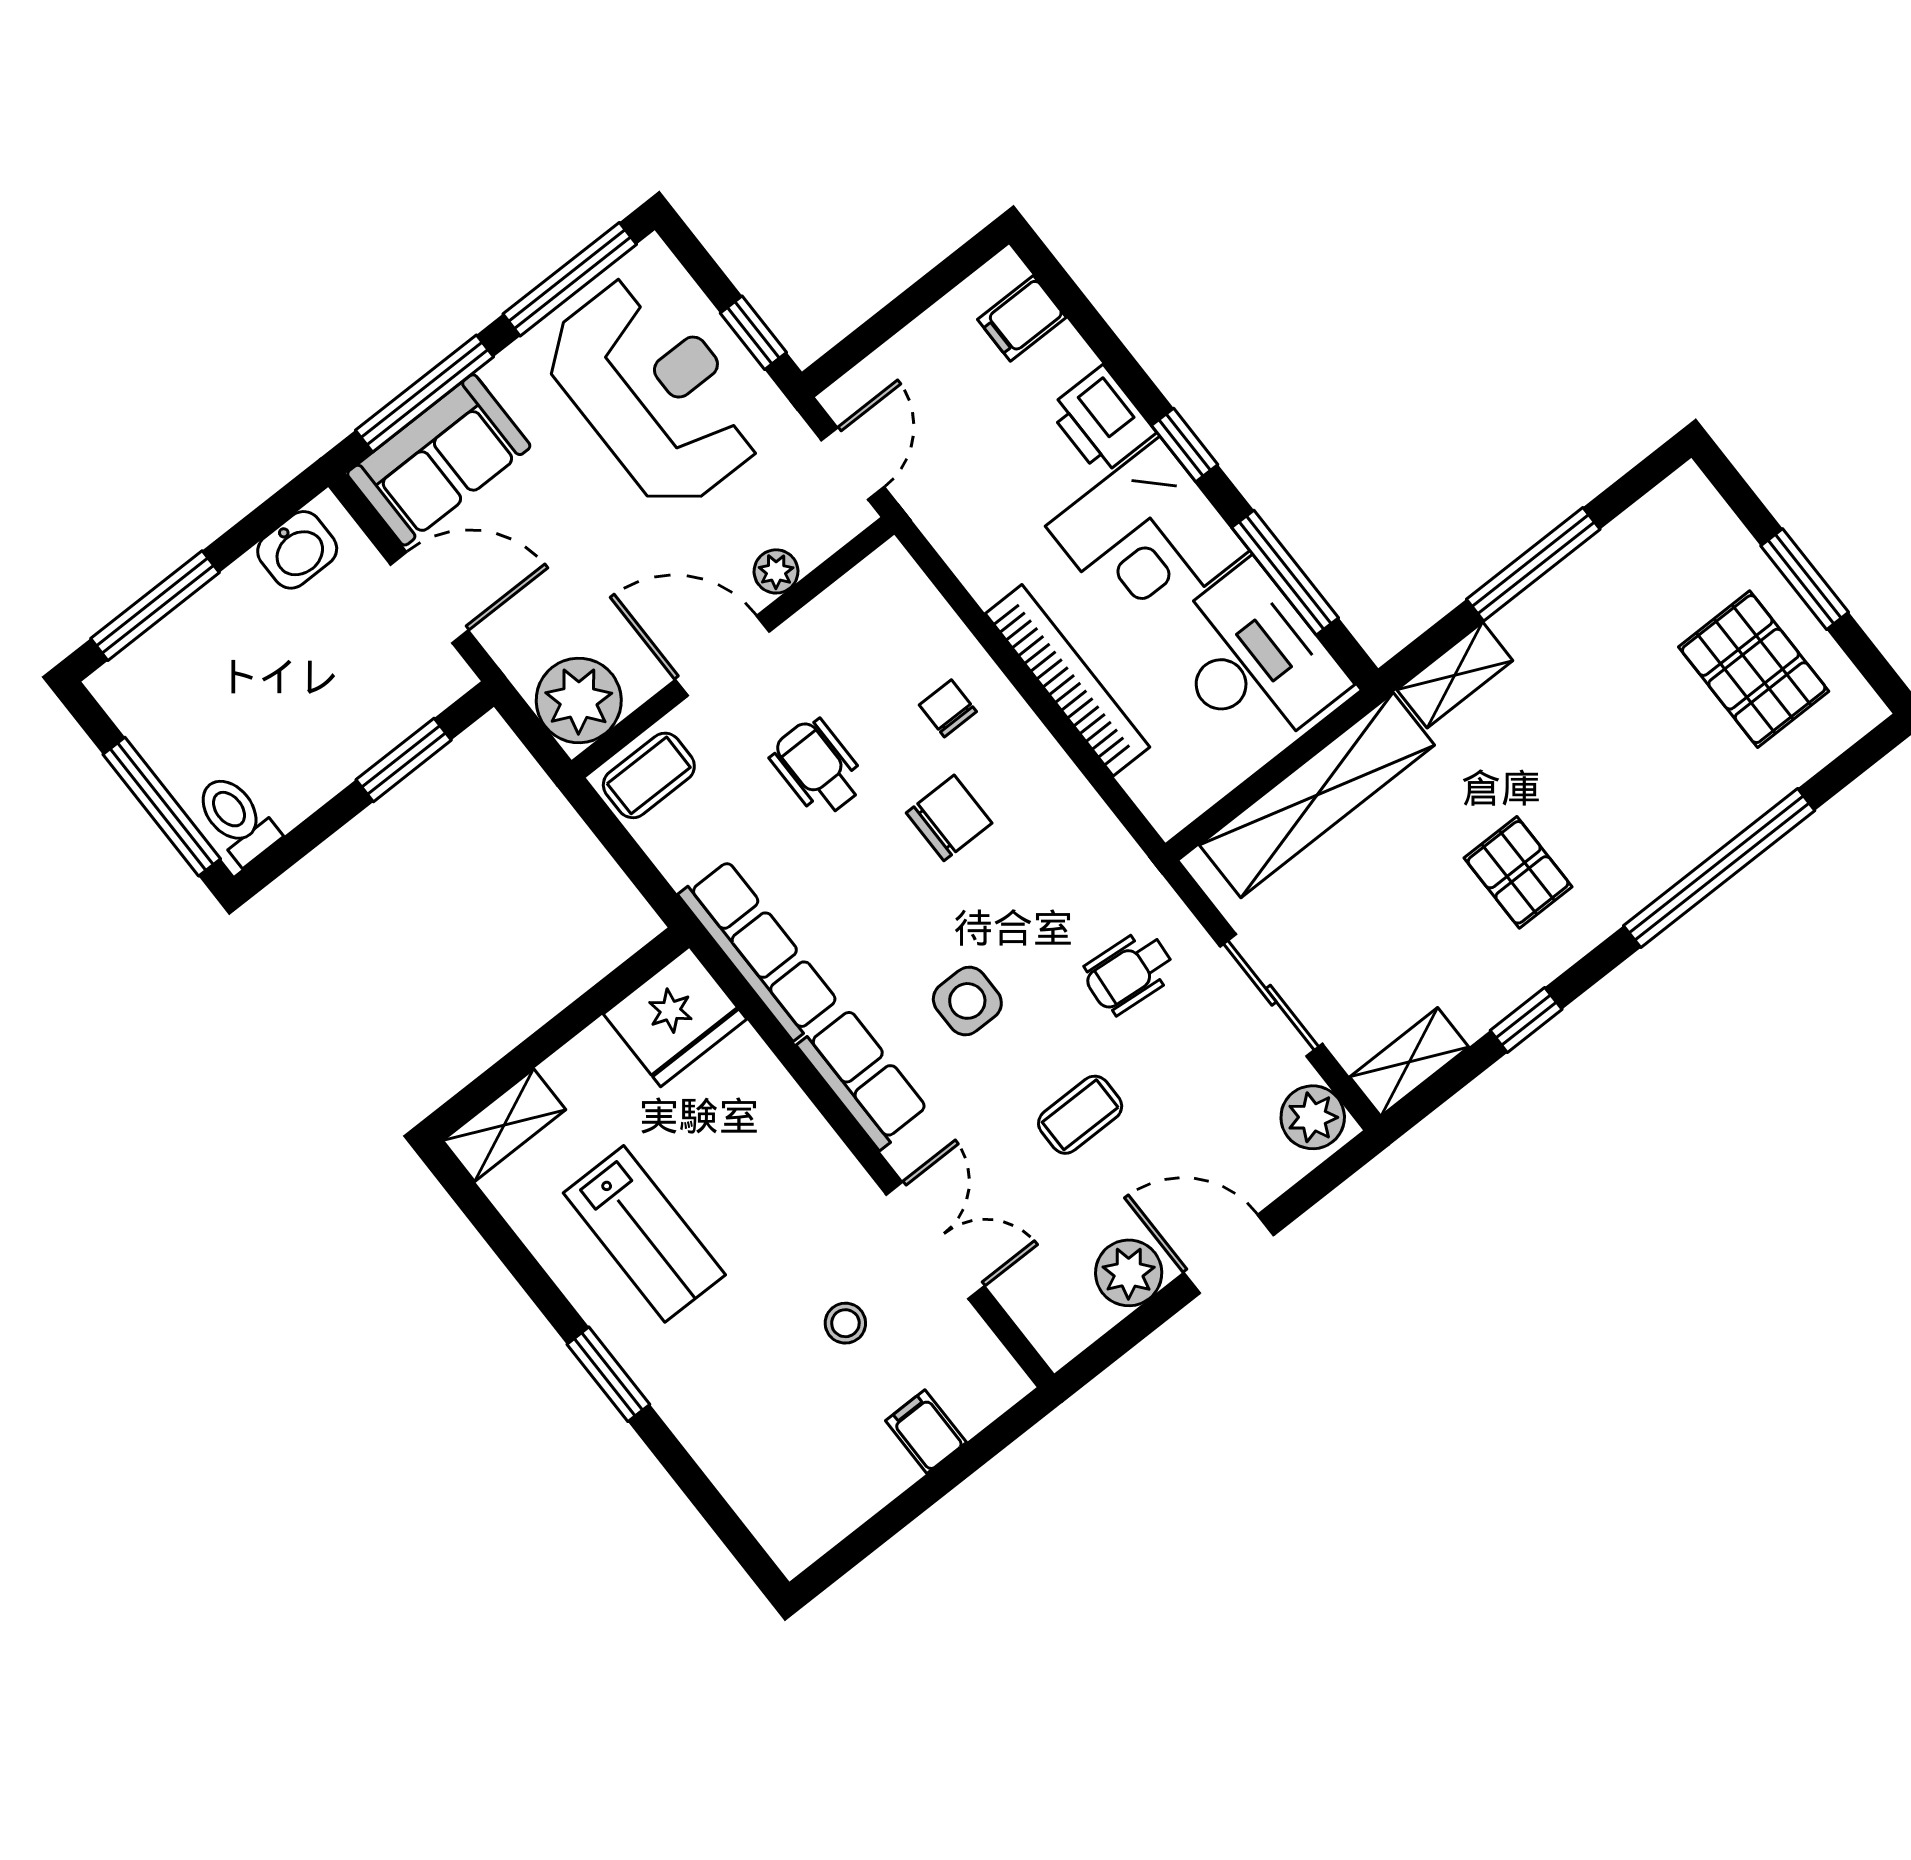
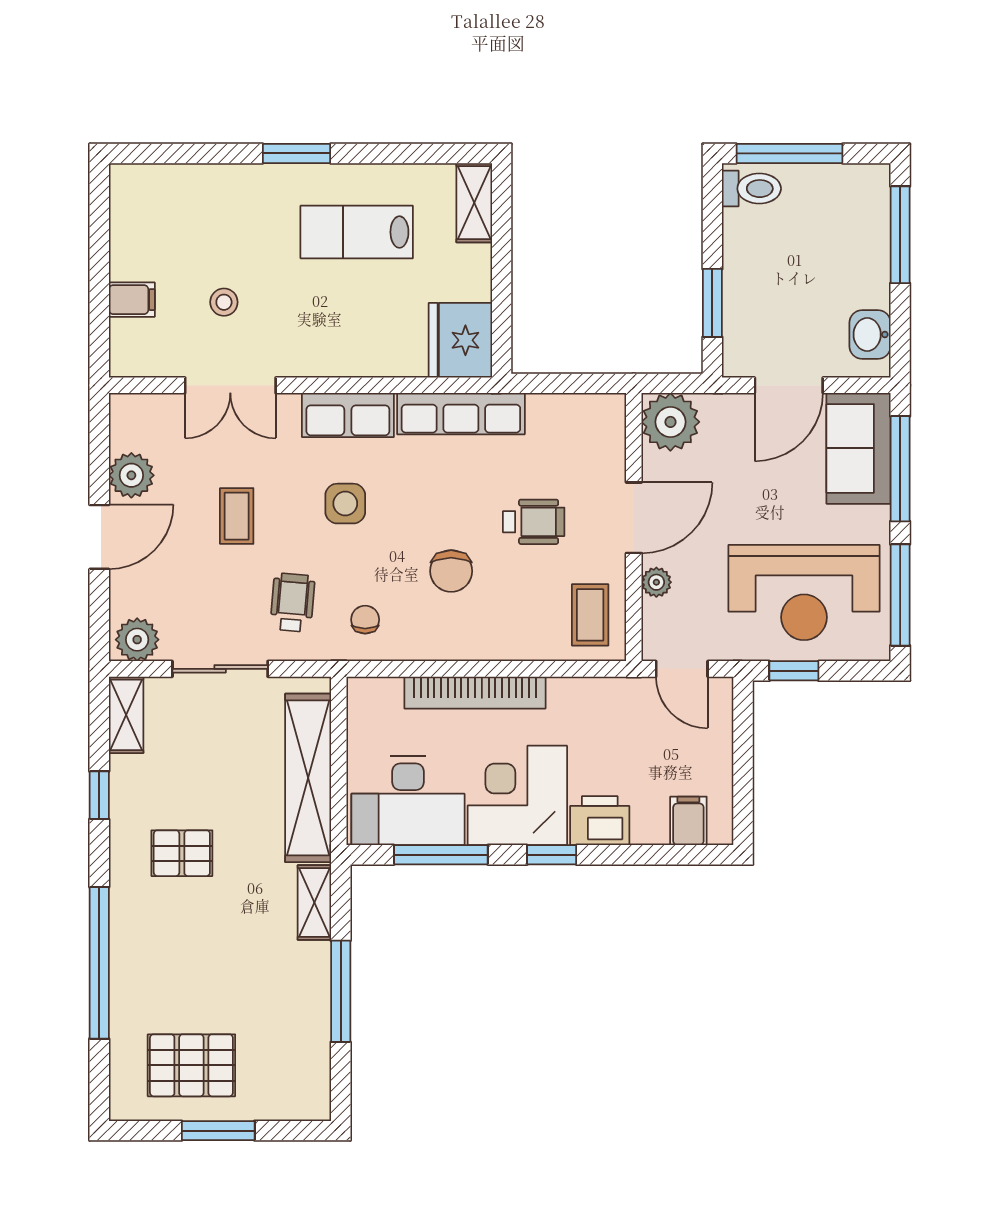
chair: (948, 708) -> (365, 620), moved, turned -90
coffee table: (649, 775) -> (590, 615), moved

